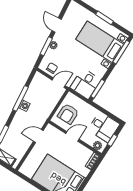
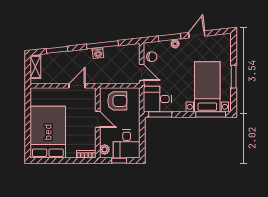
armchair: (68, 114) -> (117, 101), turned 180
door: (38, 136) -> (77, 86), hinge flipped

